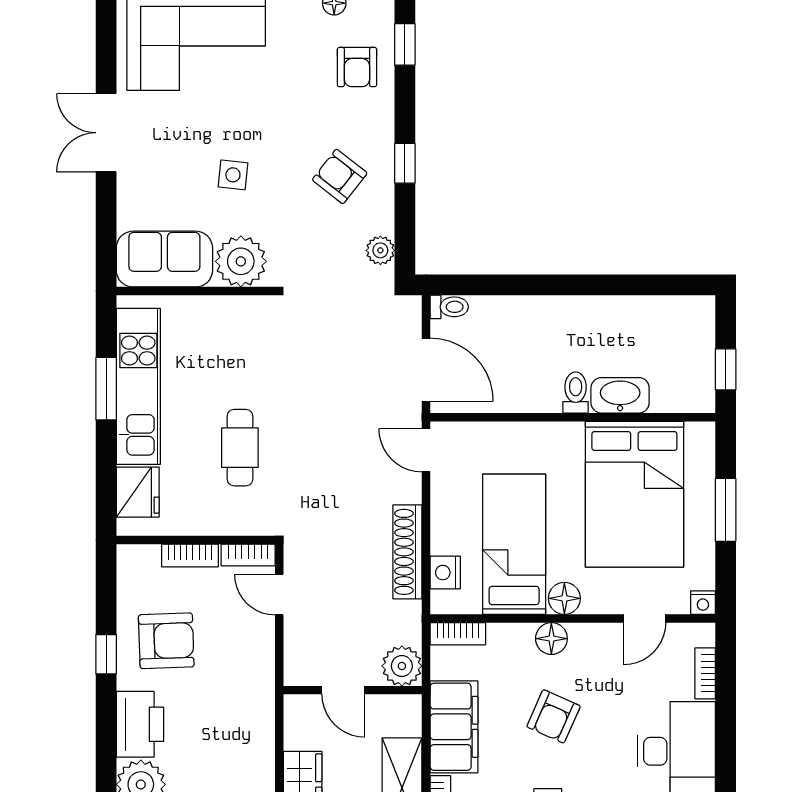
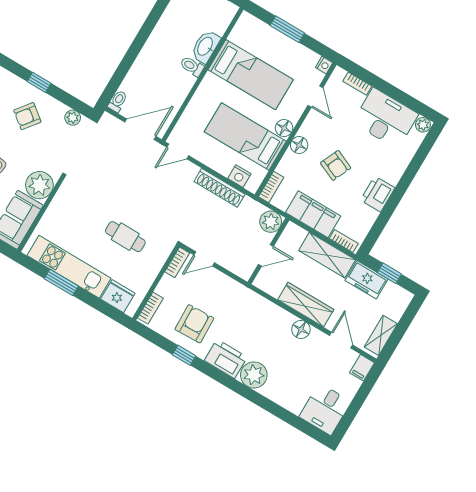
bed: (634, 494) -> (251, 75), width x0.67
bookcase: (190, 555) -> (150, 308), moved

